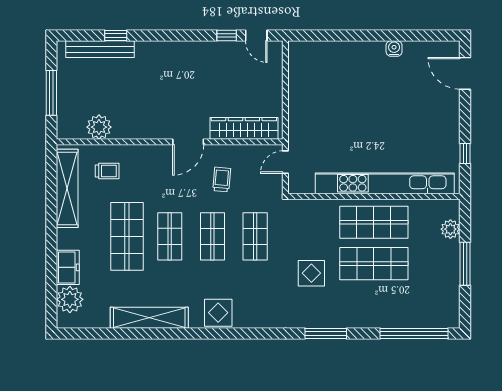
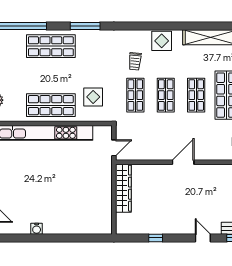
door: (256, 36) -> (203, 238), moved
wardrobe: (244, 128) -> (123, 188), moved, turned -90
trolley: (222, 179) -> (135, 61), moved
shop shelf: (374, 264) -> (51, 46), moved
display table: (311, 273) -> (93, 97), moved

